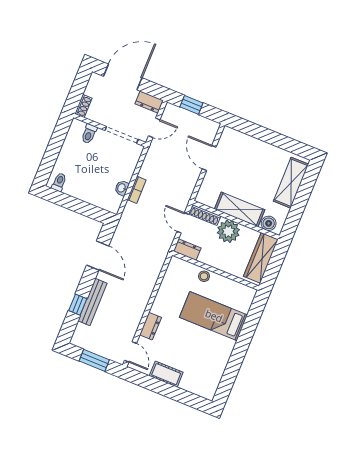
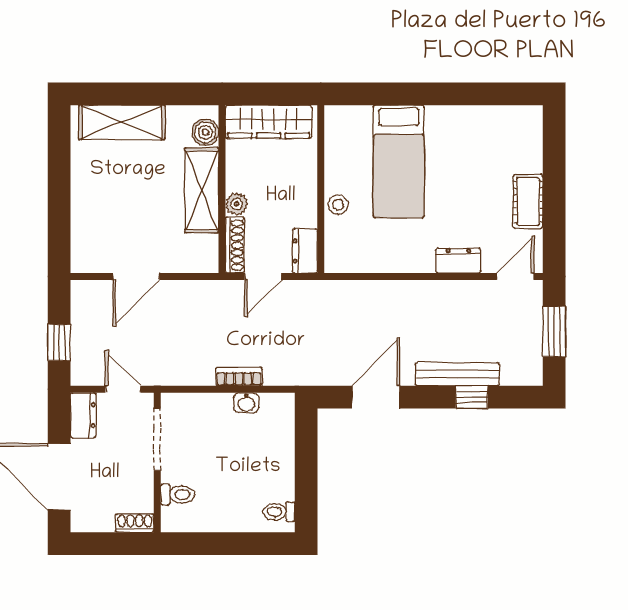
plant: (228, 231) -> (237, 204), width x0.53, depth x0.53

